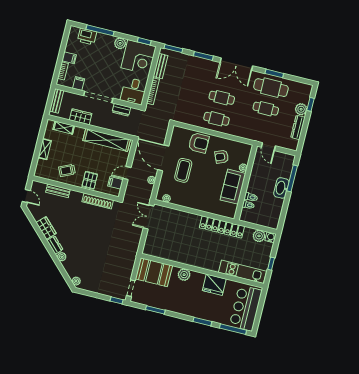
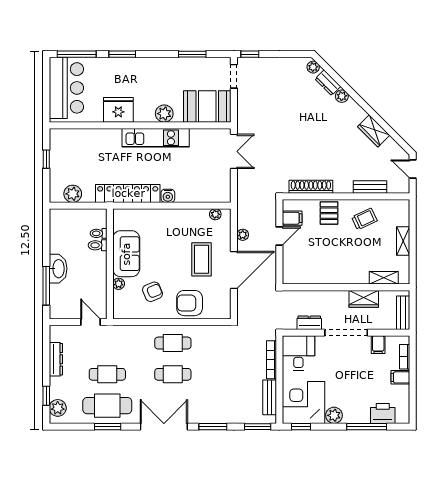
plant: (301, 109) -> (58, 408), moved
shelving: (107, 140) -> (319, 275), removed
door: (163, 158) -> (234, 270), hinge flipped
double door: (149, 217) -> (234, 151), moved
water cooler: (271, 237) -> (168, 196), moved
dresser: (55, 245) -> (328, 83), moved
kitchen unit: (242, 272) -> (156, 138), moved

